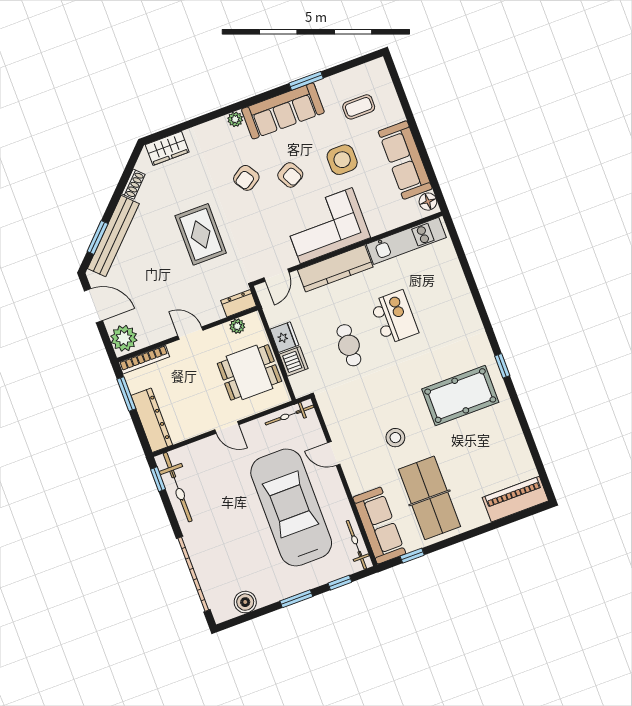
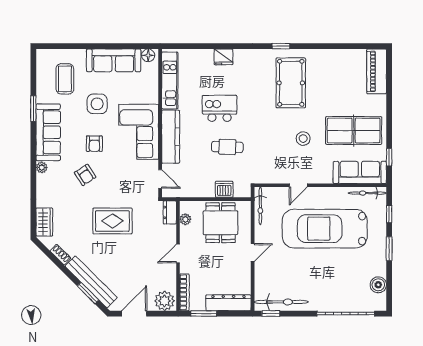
coffee table: (359, 107) -> (65, 79), width x1.36, depth x1.30
armchair: (290, 175) -> (94, 144), turned 118
fridge: (284, 337) -> (223, 57), moved, turned 180

